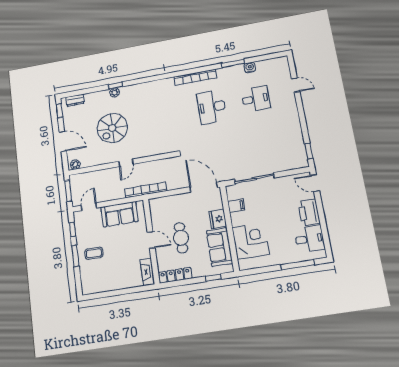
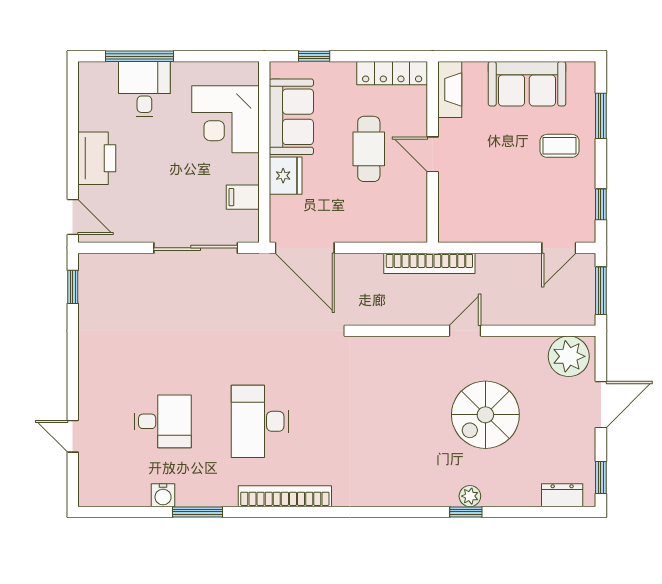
desk: (256, 99) -> (163, 421), turned 180
desk: (212, 107) -> (260, 421), turned 180
spiral stairs: (112, 128) -> (485, 415), turned 180
door: (63, 141) -> (601, 405), swing flipped
plant: (75, 165) -> (569, 356), width x1.88, depth x1.88
sofa: (119, 214) -> (527, 84), moved, turned 180
desk: (309, 239) -> (144, 89), moved, turned 90
window: (75, 256) -> (601, 116), moved

